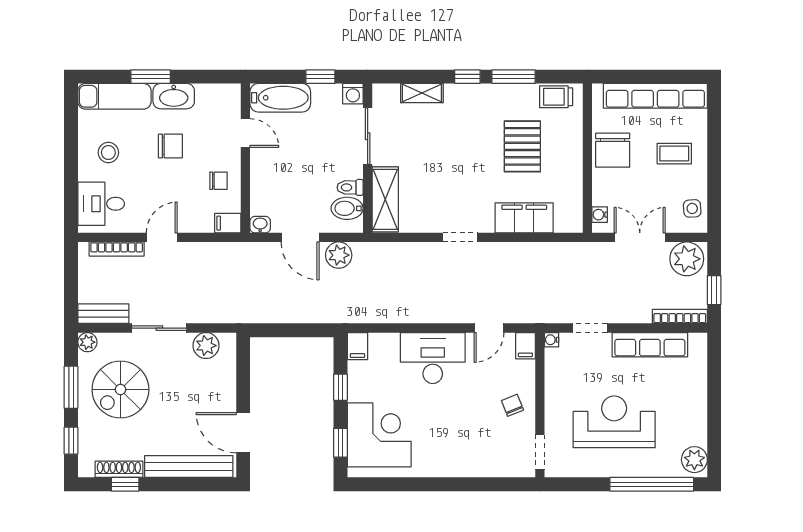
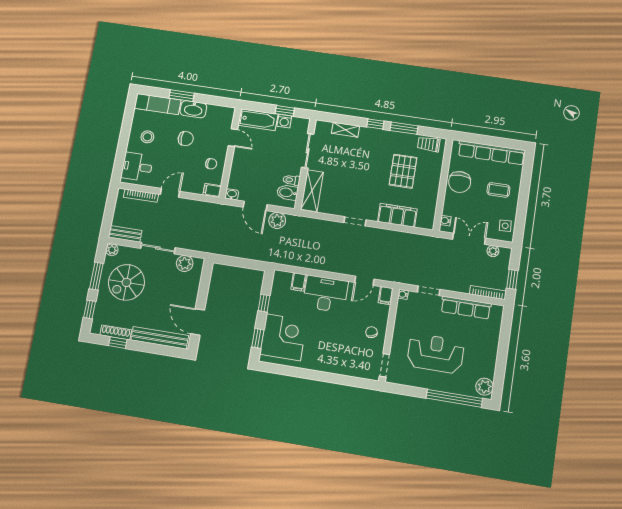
washing machine: (353, 94) -> (284, 121), moved
plant: (687, 259) -> (493, 251), width x0.53, depth x0.53
filing cabinet: (357, 346) -> (299, 282), moved

